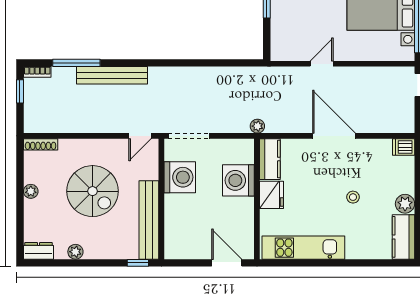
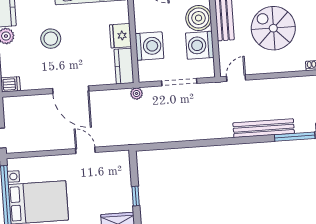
door: (322, 64) -> (85, 150), swing flipped
doorway: (189, 136) -> (179, 82), moved
stool: (353, 197) -> (51, 39), width x1.89, depth x1.89
boiler: (179, 209) -> (199, 18), added

